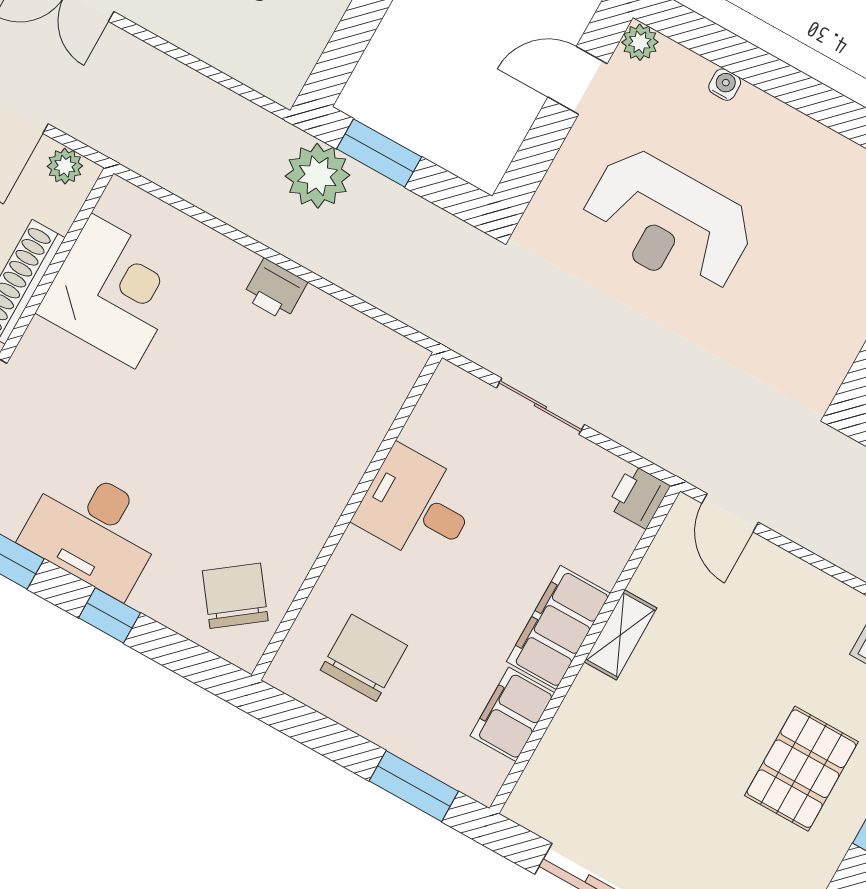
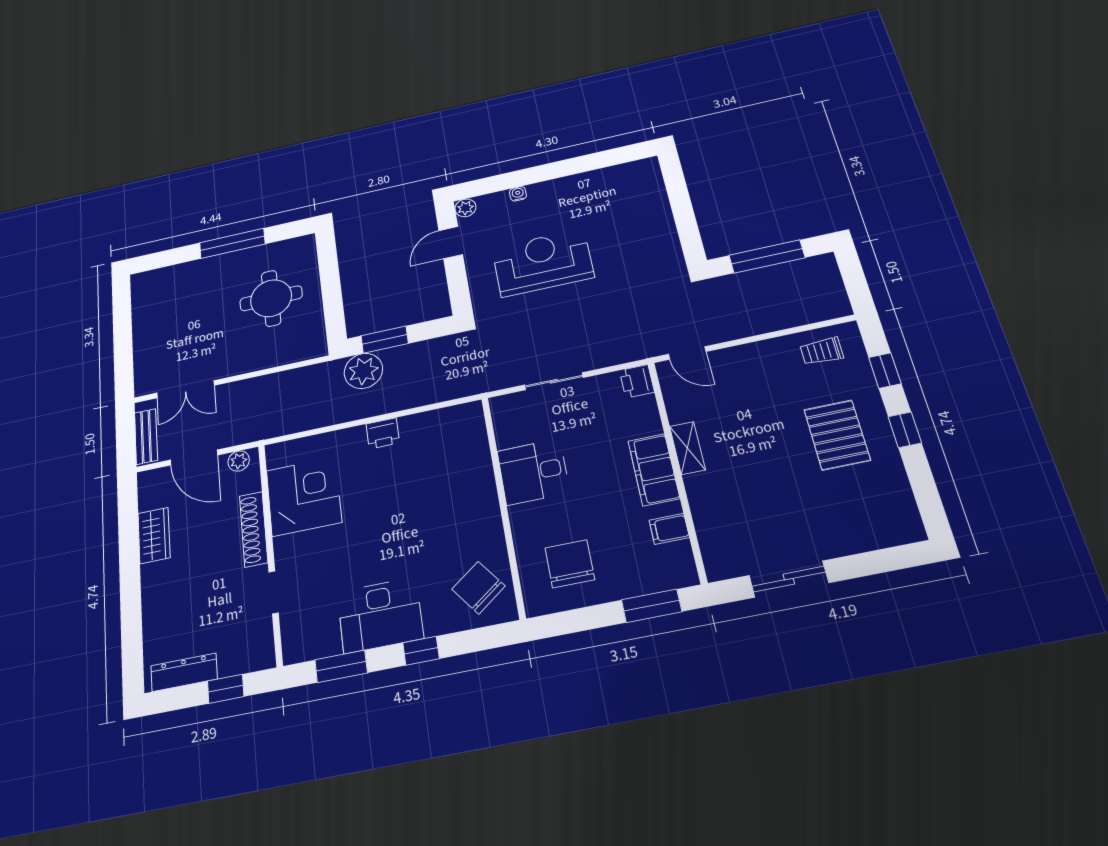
reception desk: (668, 222) -> (543, 263), turned 180
filing cabinet: (512, 714) -> (669, 529), width x0.50

